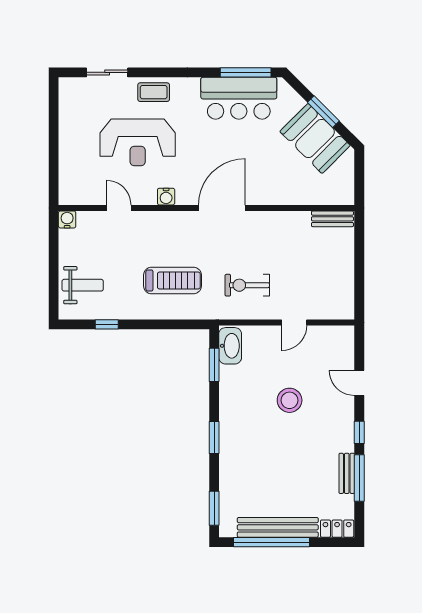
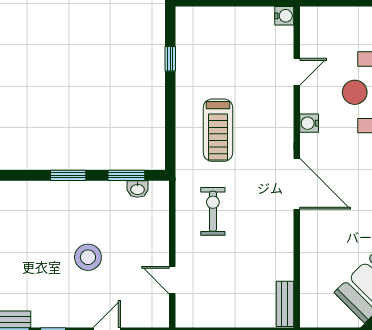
weight bench: (83, 285) -> (213, 33), removed
door: (294, 323) -> (172, 280), moved
washbasin: (230, 346) -> (138, 189), width x0.52, depth x0.69
window: (214, 438) -> (68, 175), moved

